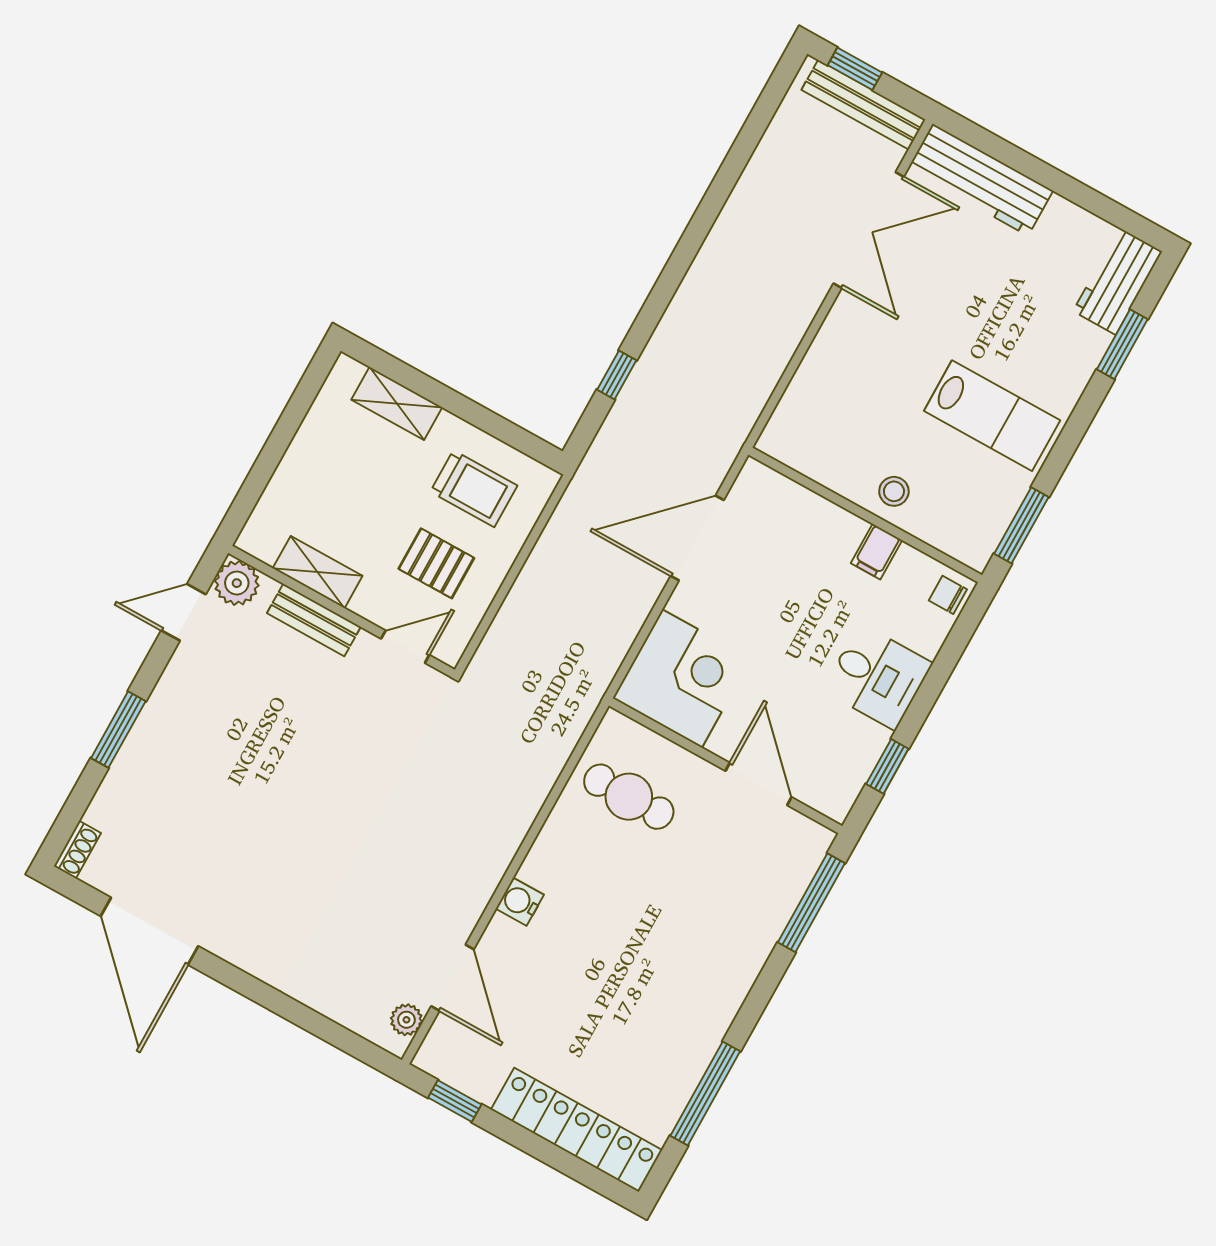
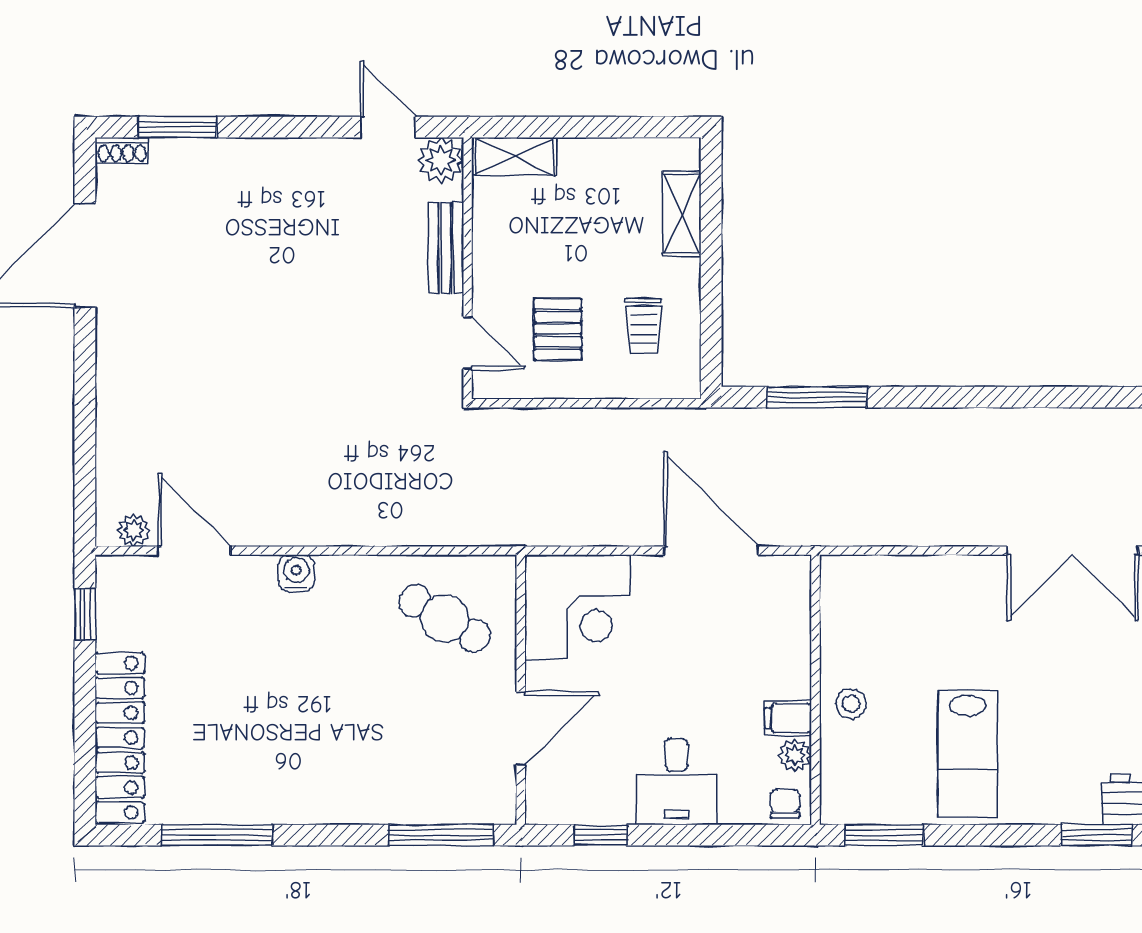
window: (617, 375) -> (817, 397), width x2.17
trolley: (474, 489) -> (644, 326), width x0.73, depth x0.72
plant: (911, 564) -> (795, 755), added
shelving: (318, 572) -> (514, 156), moved, turned 90
window: (118, 730) -> (178, 127), moved
cafe table: (629, 797) -> (445, 618), turned -60
door: (452, 978) -> (194, 551), swing flipped

